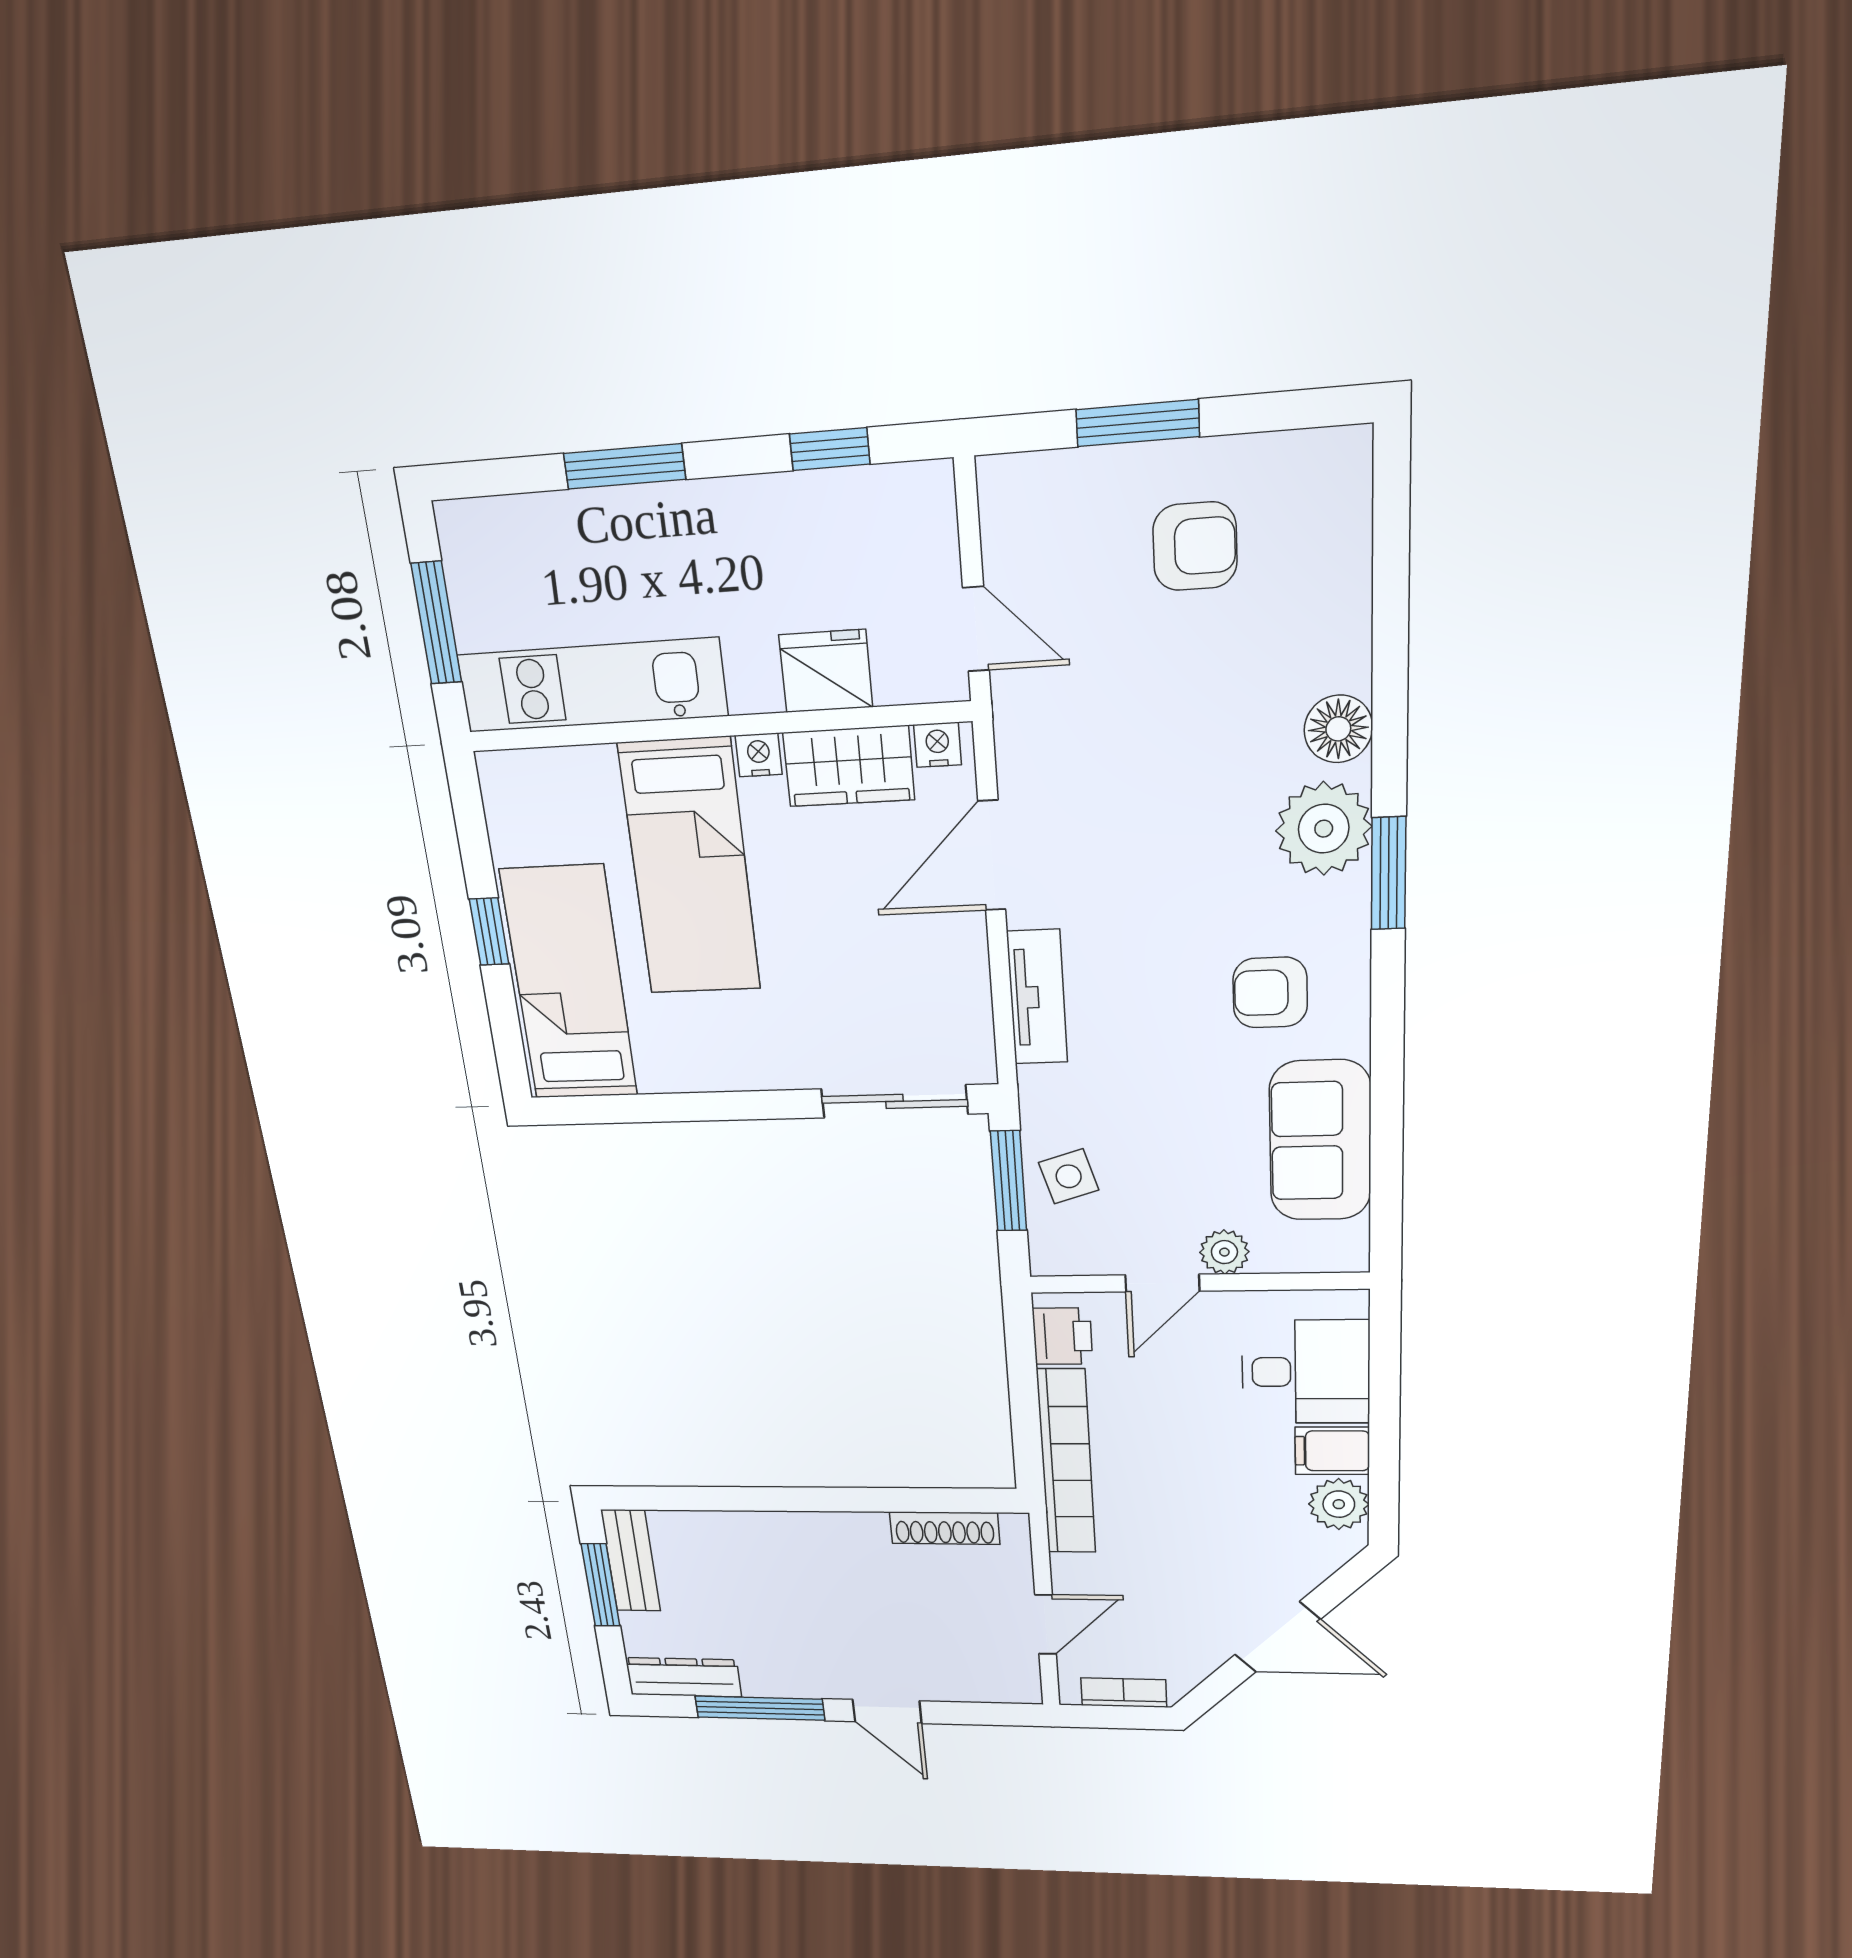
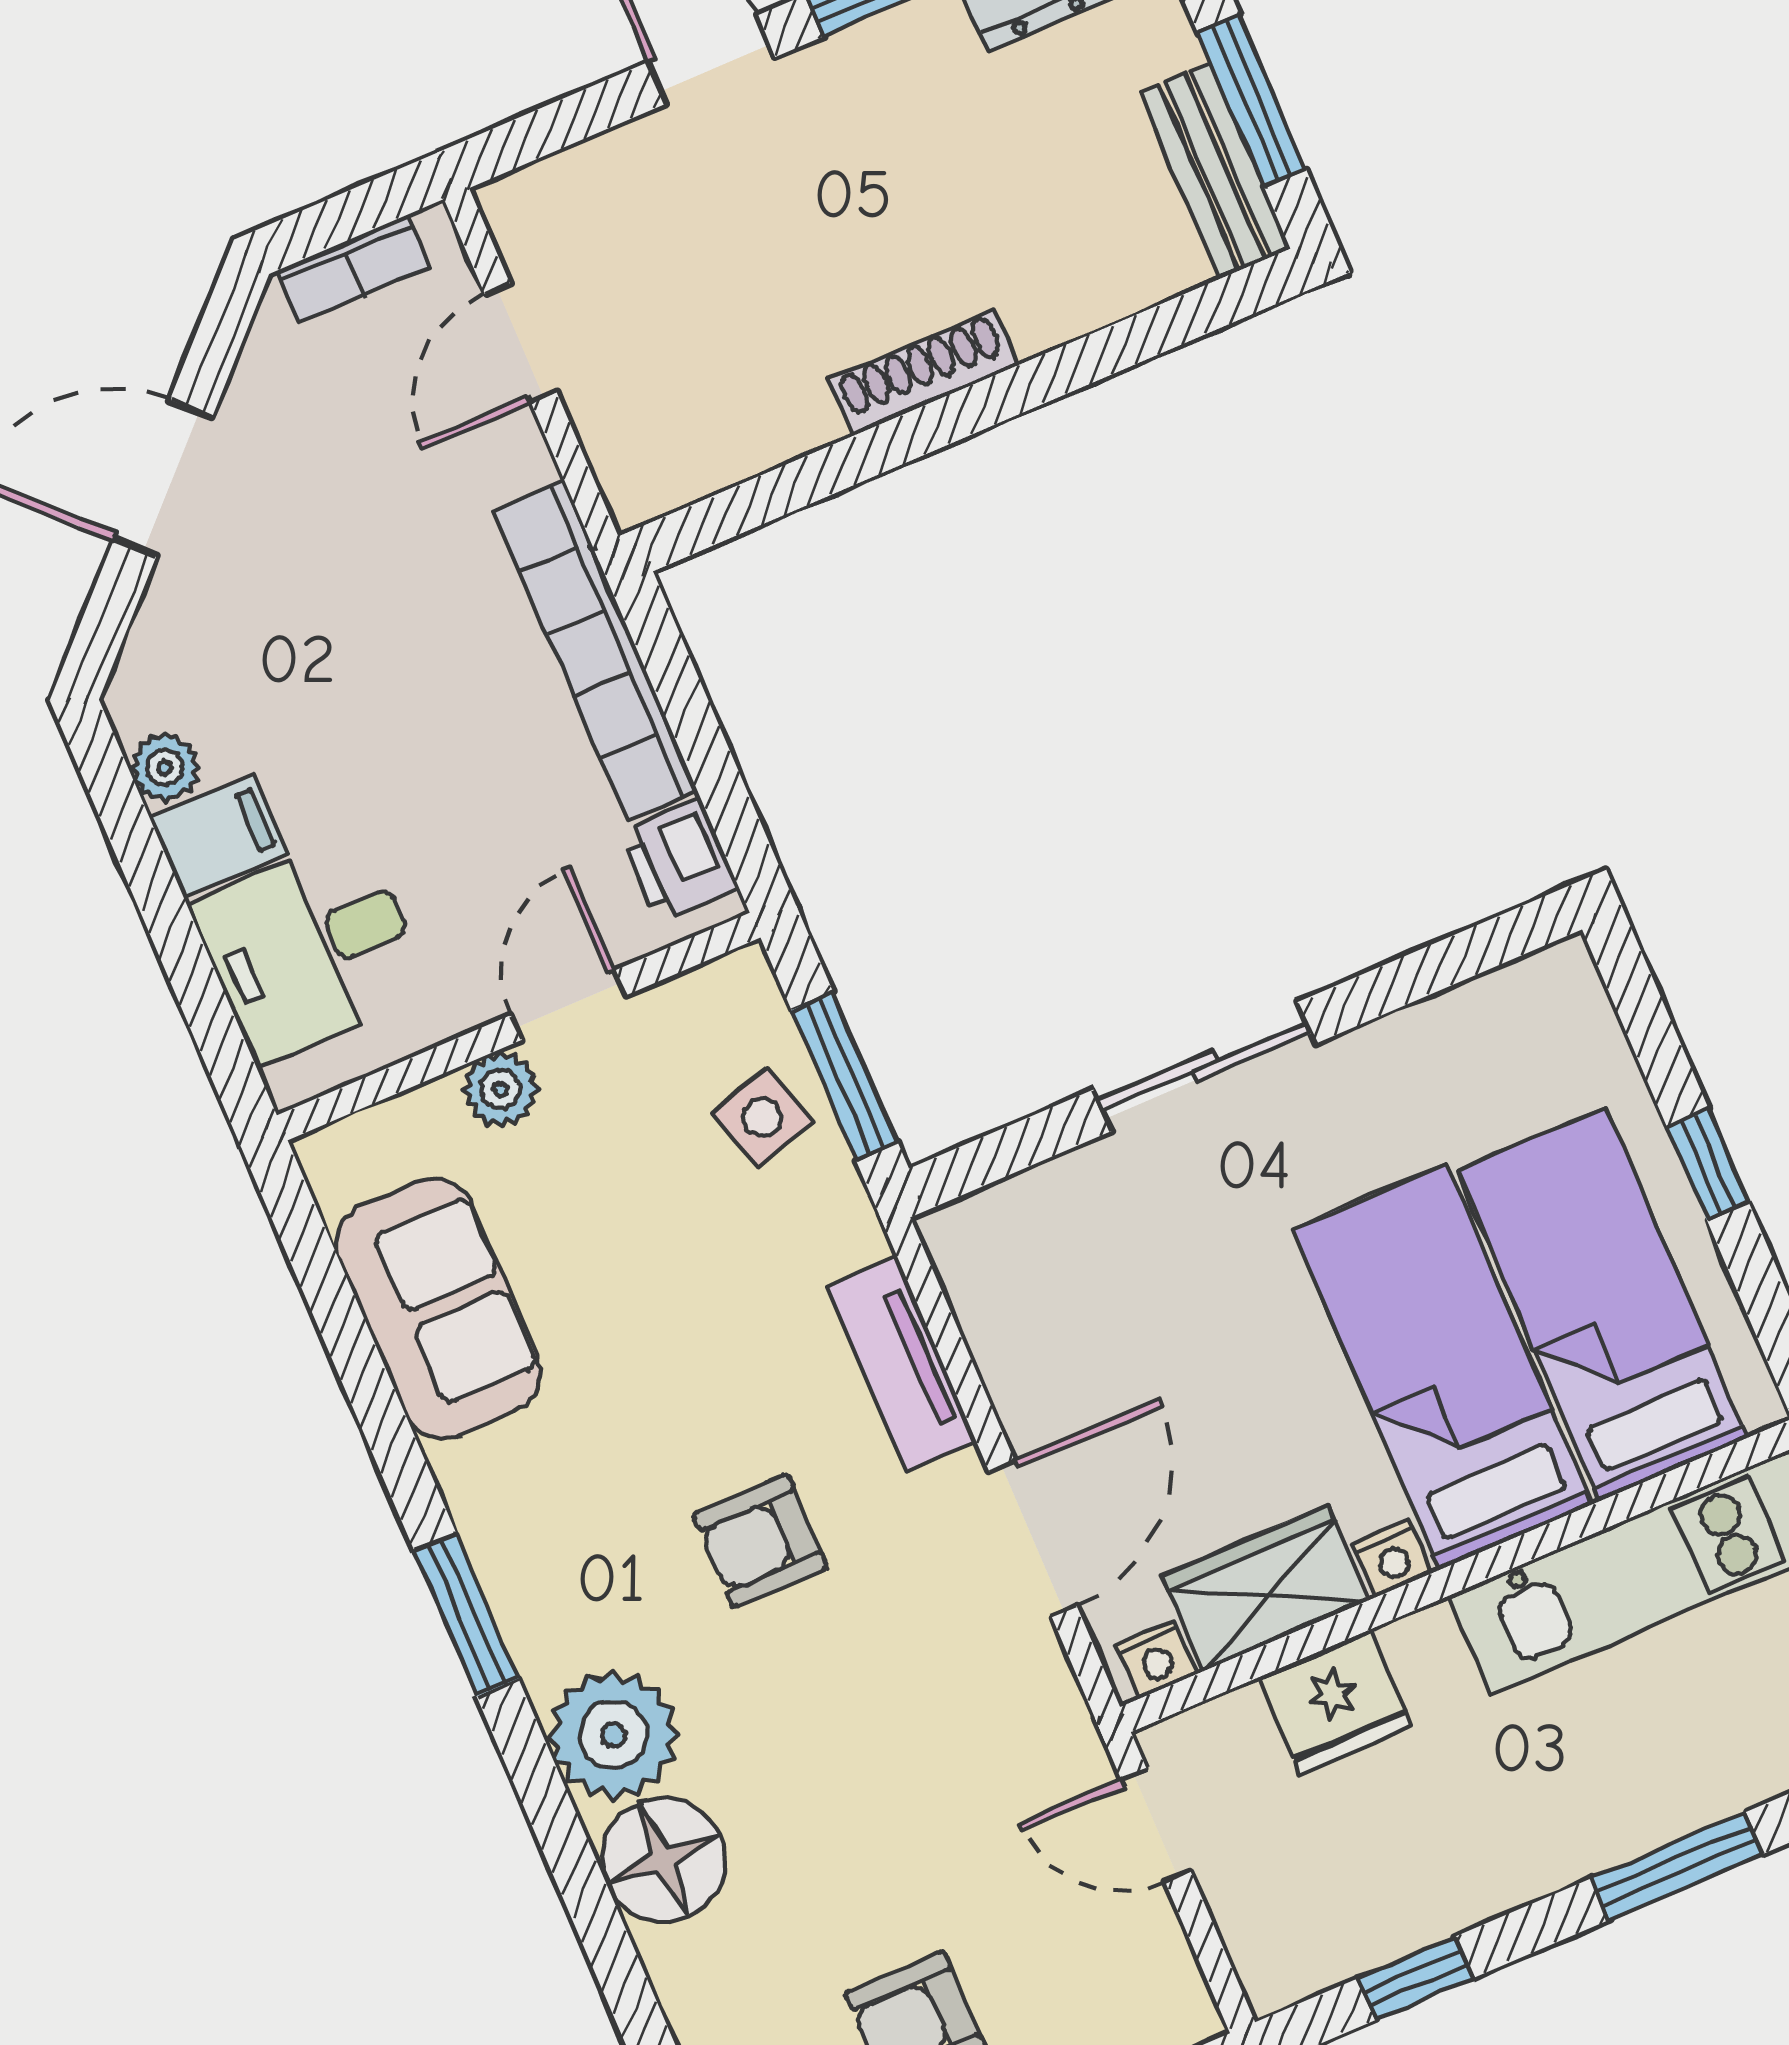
floor lamp: (1338, 729) -> (663, 1860), width x1.38, depth x1.38
window: (1389, 873) -> (466, 1615), moved
bed: (569, 984) -> (1603, 1304), moved, turned 180
armchair: (1270, 993) -> (761, 1541), moved, turned 180
sliding door: (894, 1101) -> (1204, 1067), moved
plant: (1339, 1504) -> (165, 767), width x0.73, depth x0.73
shoe rack: (944, 1528) -> (923, 373), moved

